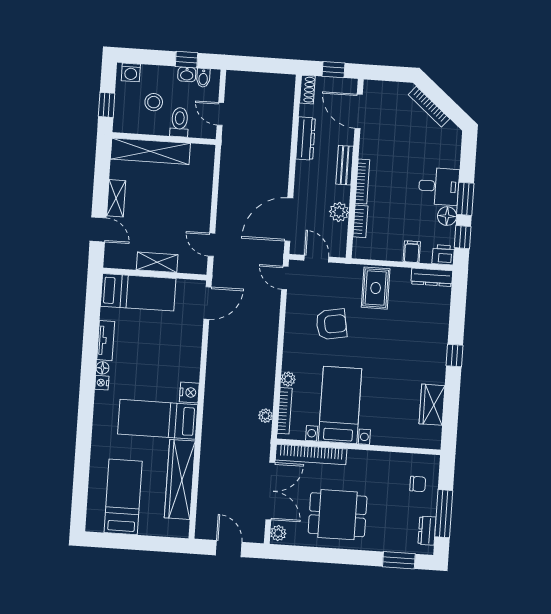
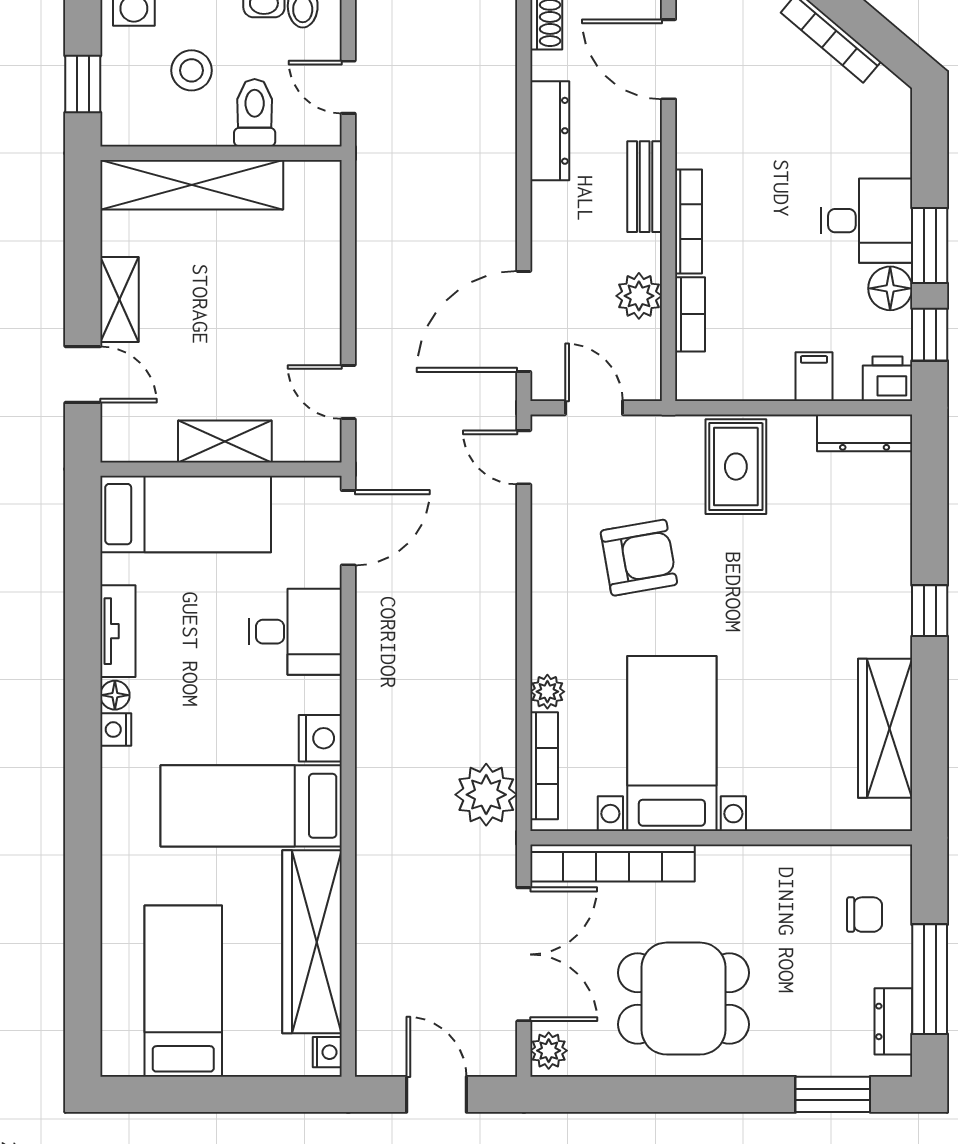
desk: (182, 346) -> (295, 632), added
wardrobe: (432, 405) -> (885, 728), width x1.50
plant: (266, 416) -> (486, 795), width x1.88, depth x1.88
nightstand: (183, 527) -> (327, 1052), added

